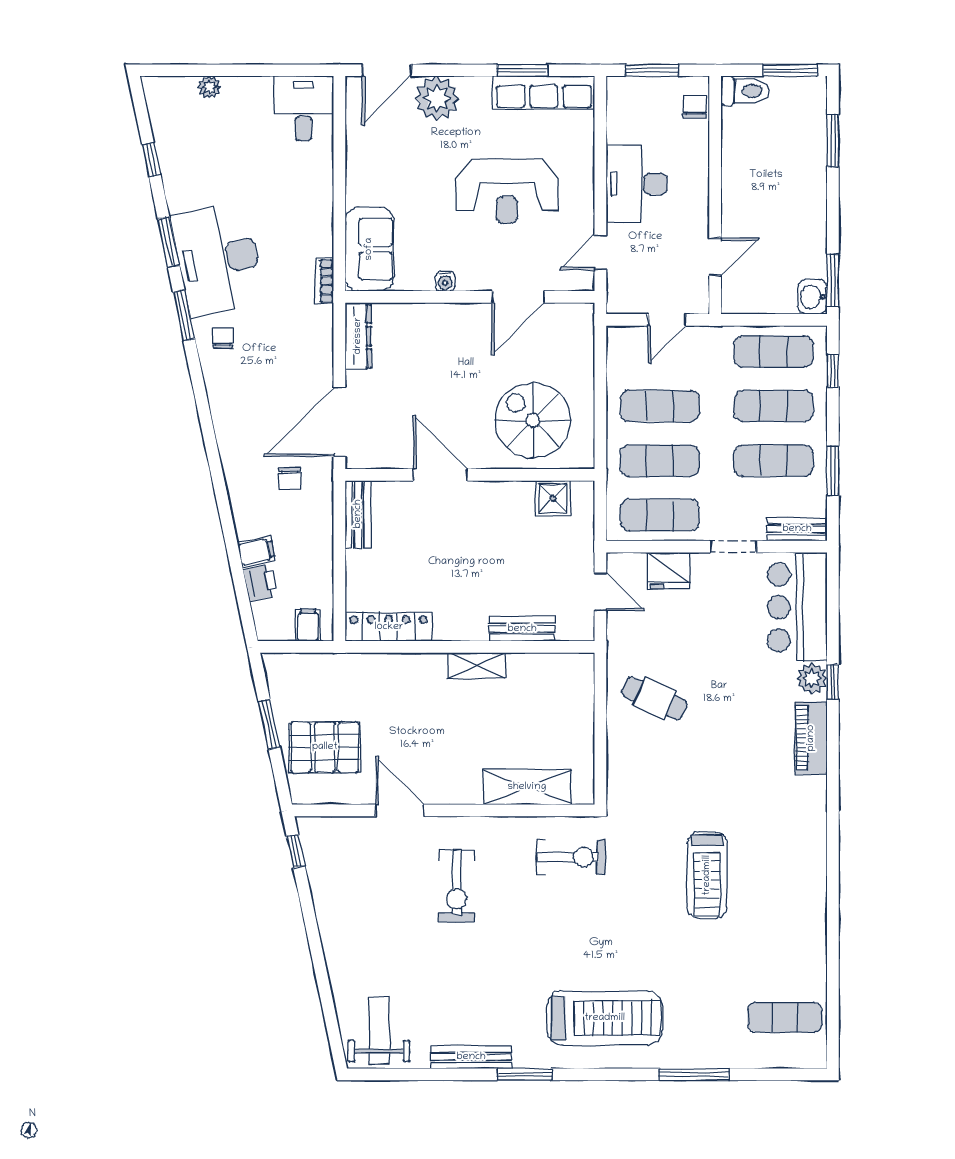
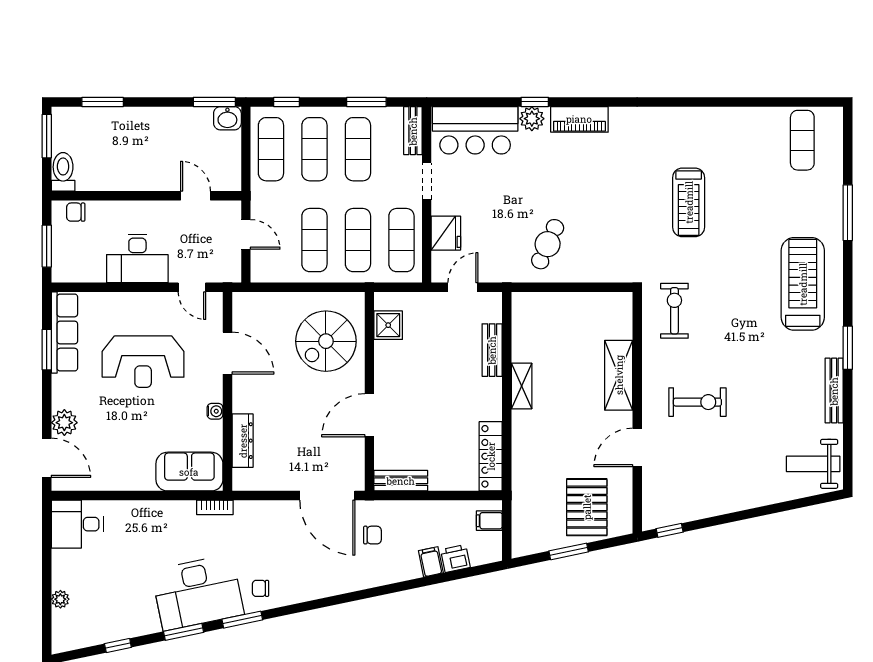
plant: (437, 98) -> (64, 423), width x0.73, depth x0.73
reception desk: (507, 191) -> (143, 362), turned 90
dresser: (358, 336) -> (243, 441), moved, turned 90
shelving: (527, 787) -> (619, 375), moved
treadmill: (707, 875) -> (689, 202), turned 90

